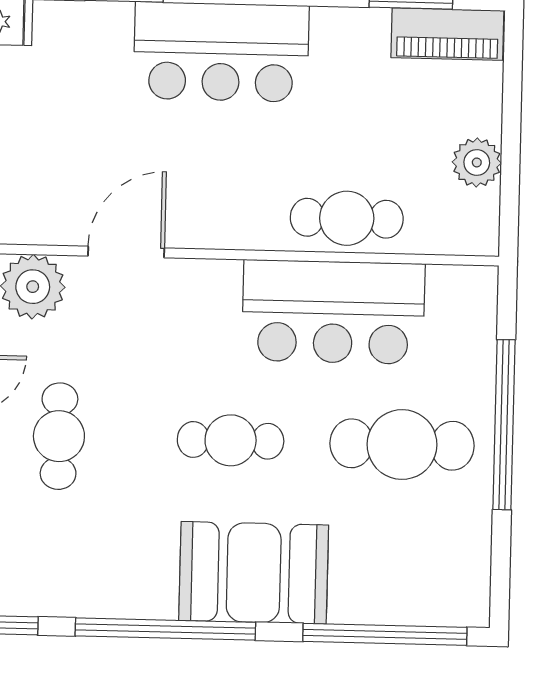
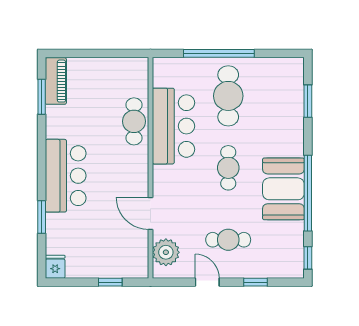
plant: (477, 162) -> (109, 67), removed
booth: (254, 573) -> (283, 189), moved
window: (385, 634) -> (308, 101), width x0.47

